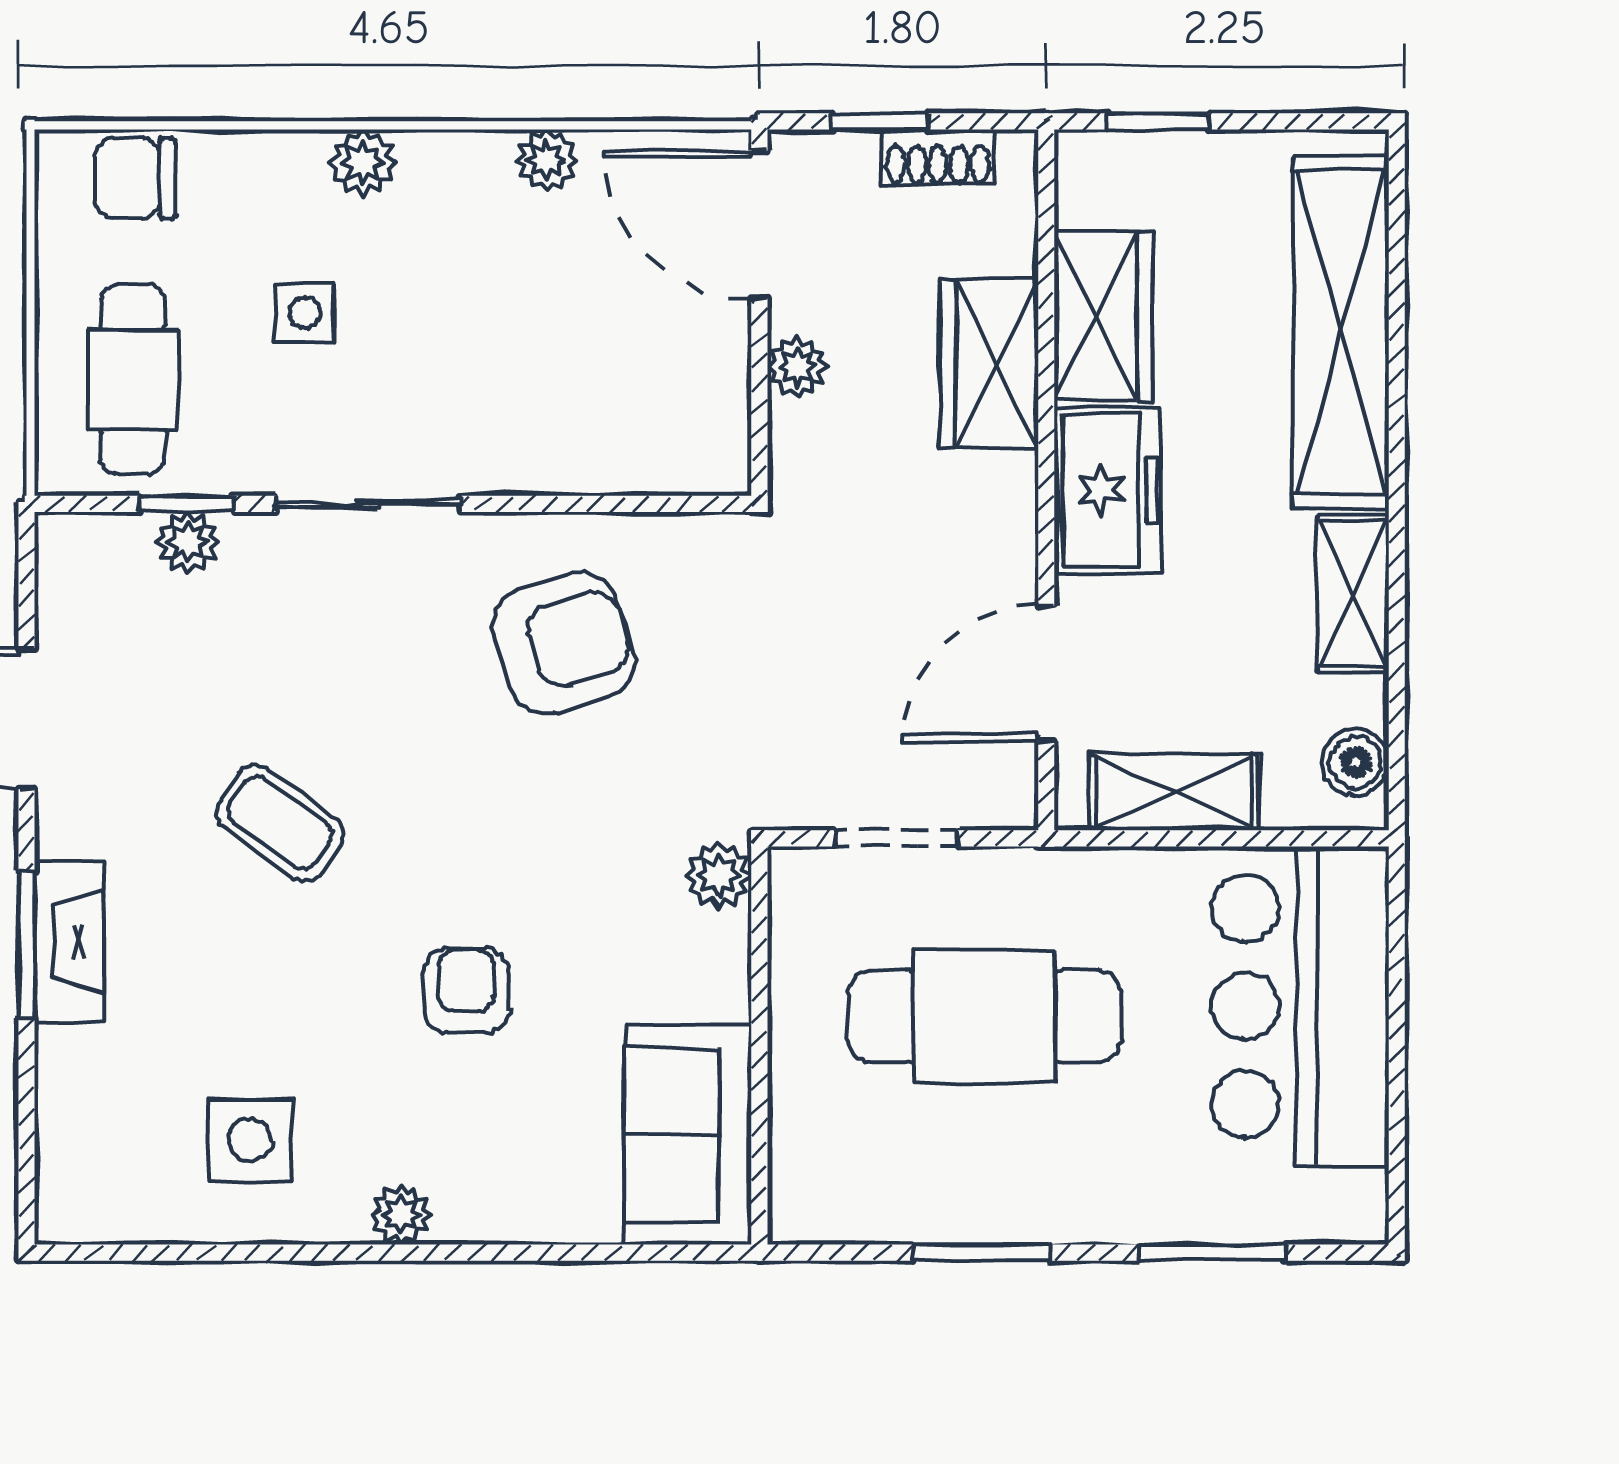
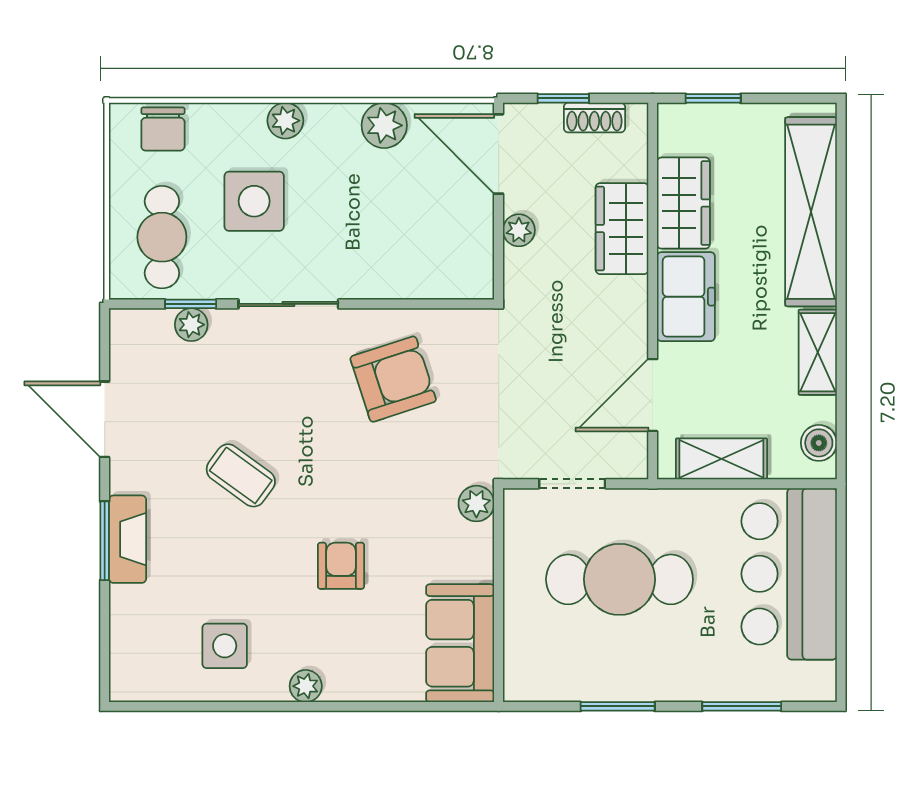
plant: (547, 160) -> (384, 125), width x1.38, depth x1.38
chair: (135, 178) -> (163, 129), turned -90
side table: (305, 313) -> (254, 201), width x1.87, depth x1.87

